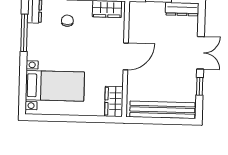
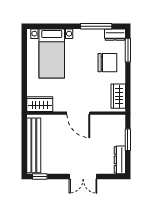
chair: (67, 21) -> (107, 63), width x1.87, depth x1.87
window: (200, 86) -> (40, 177), moved

